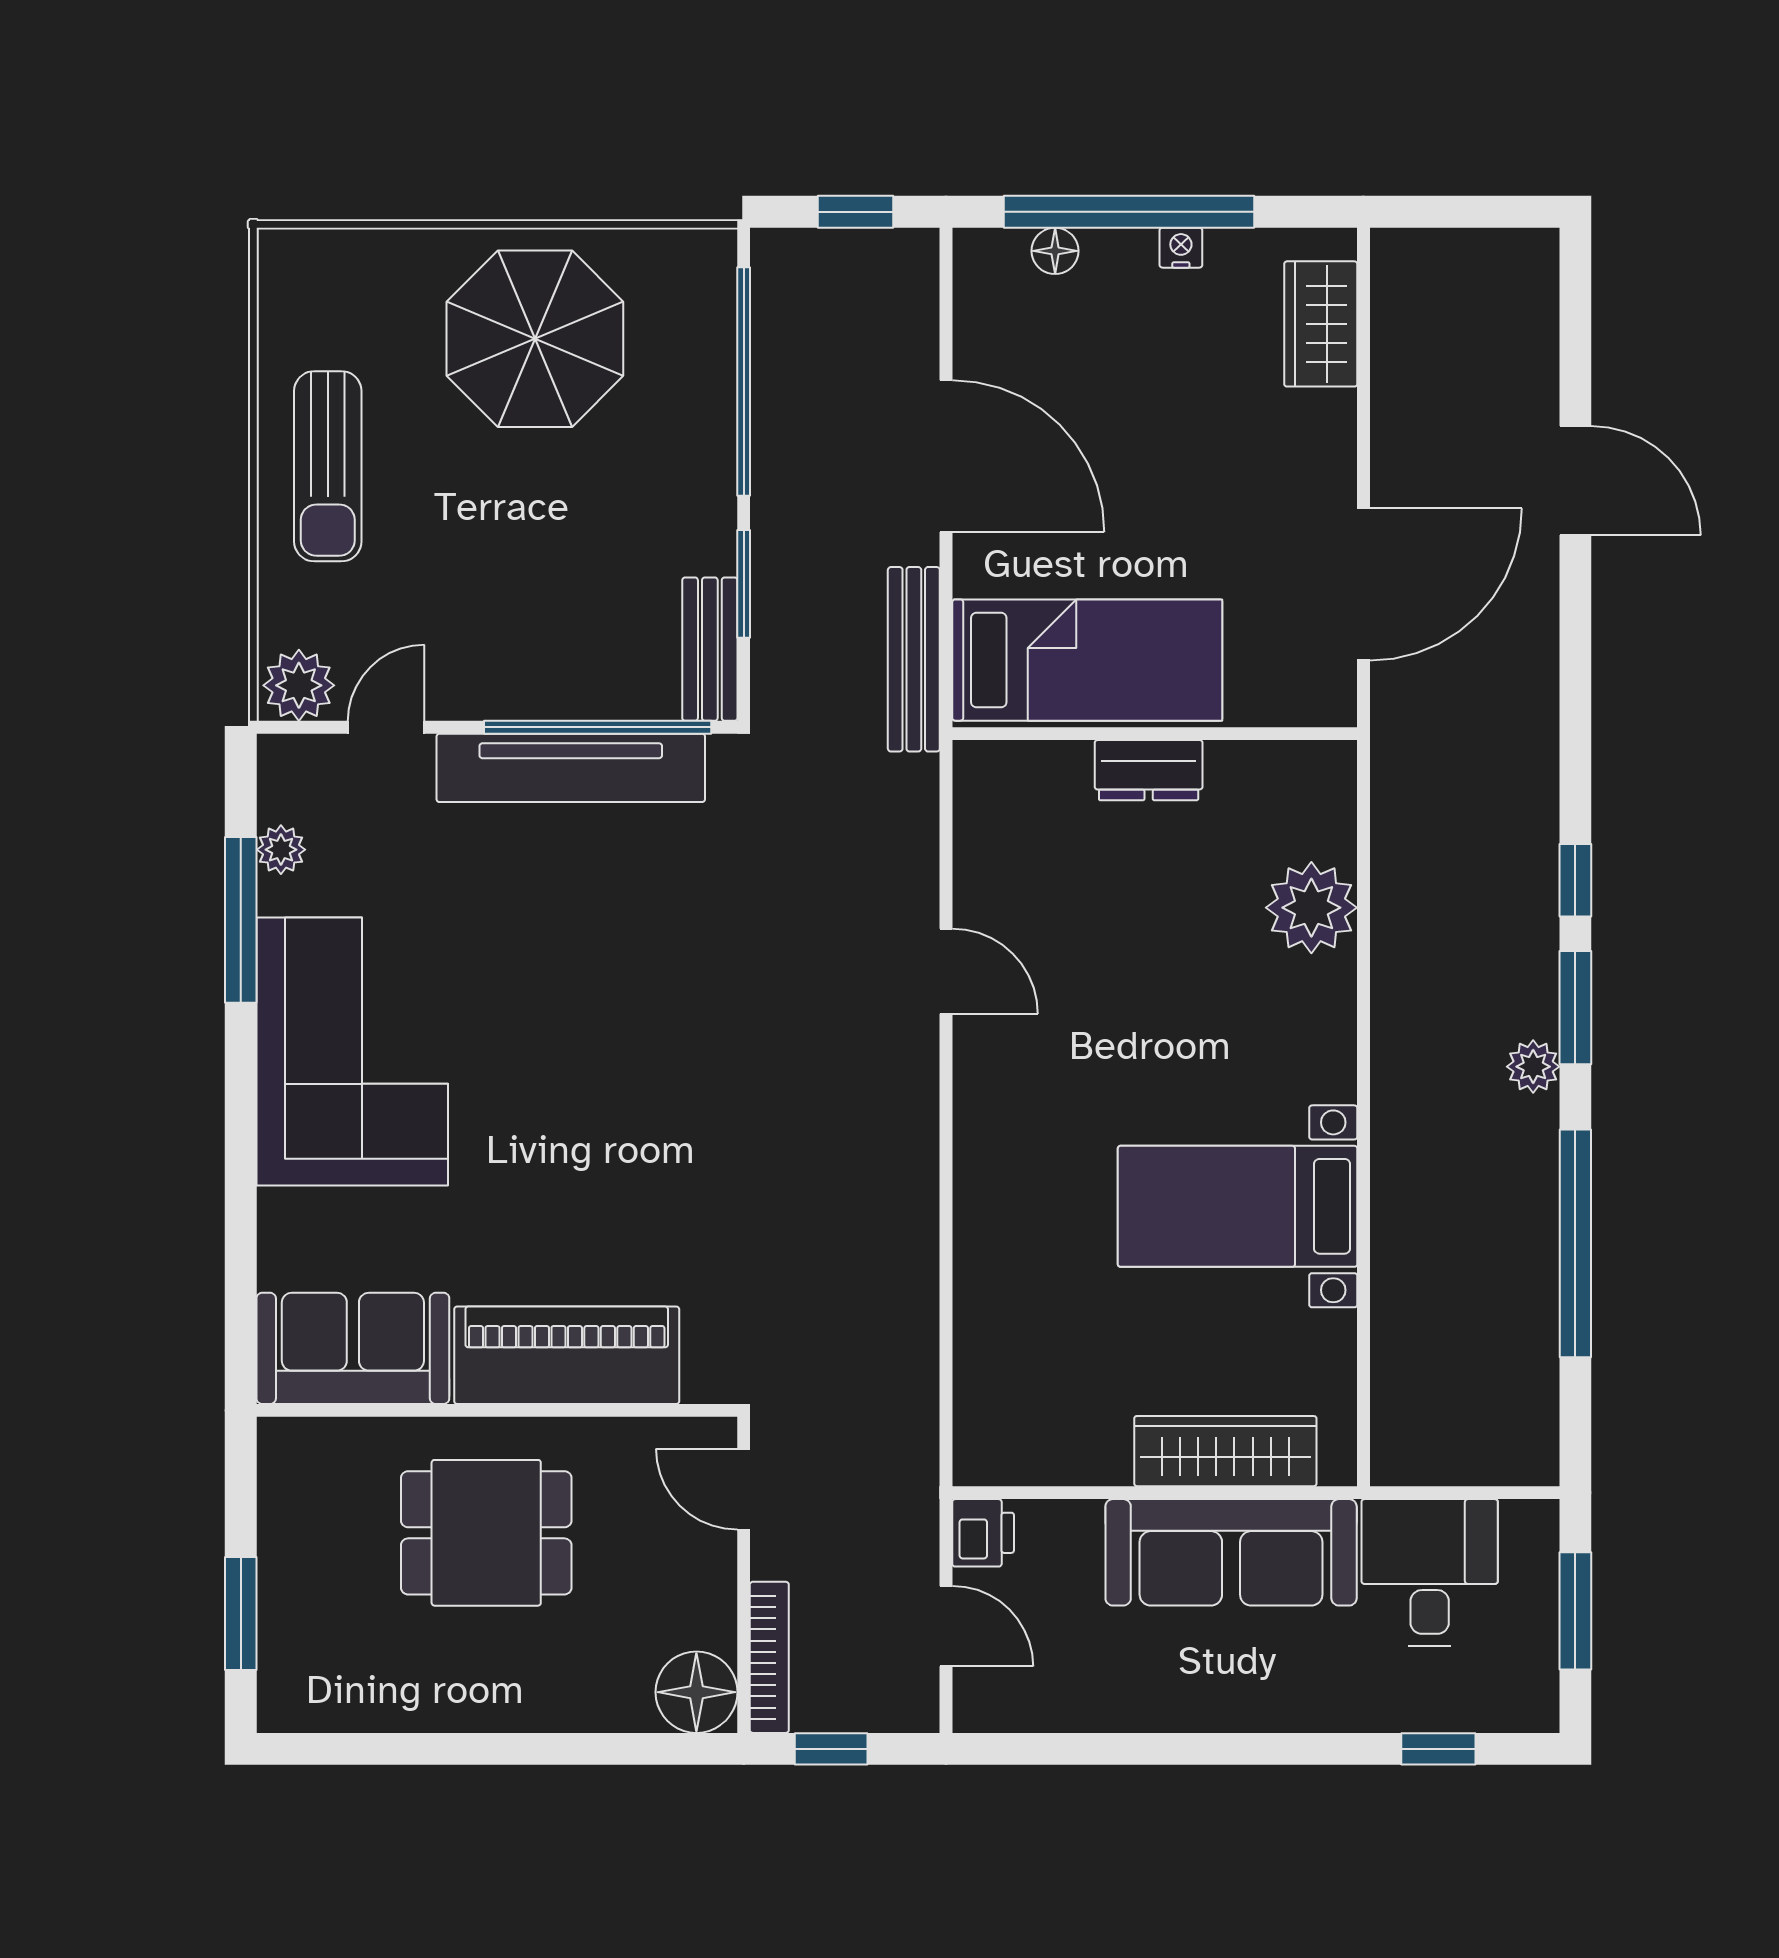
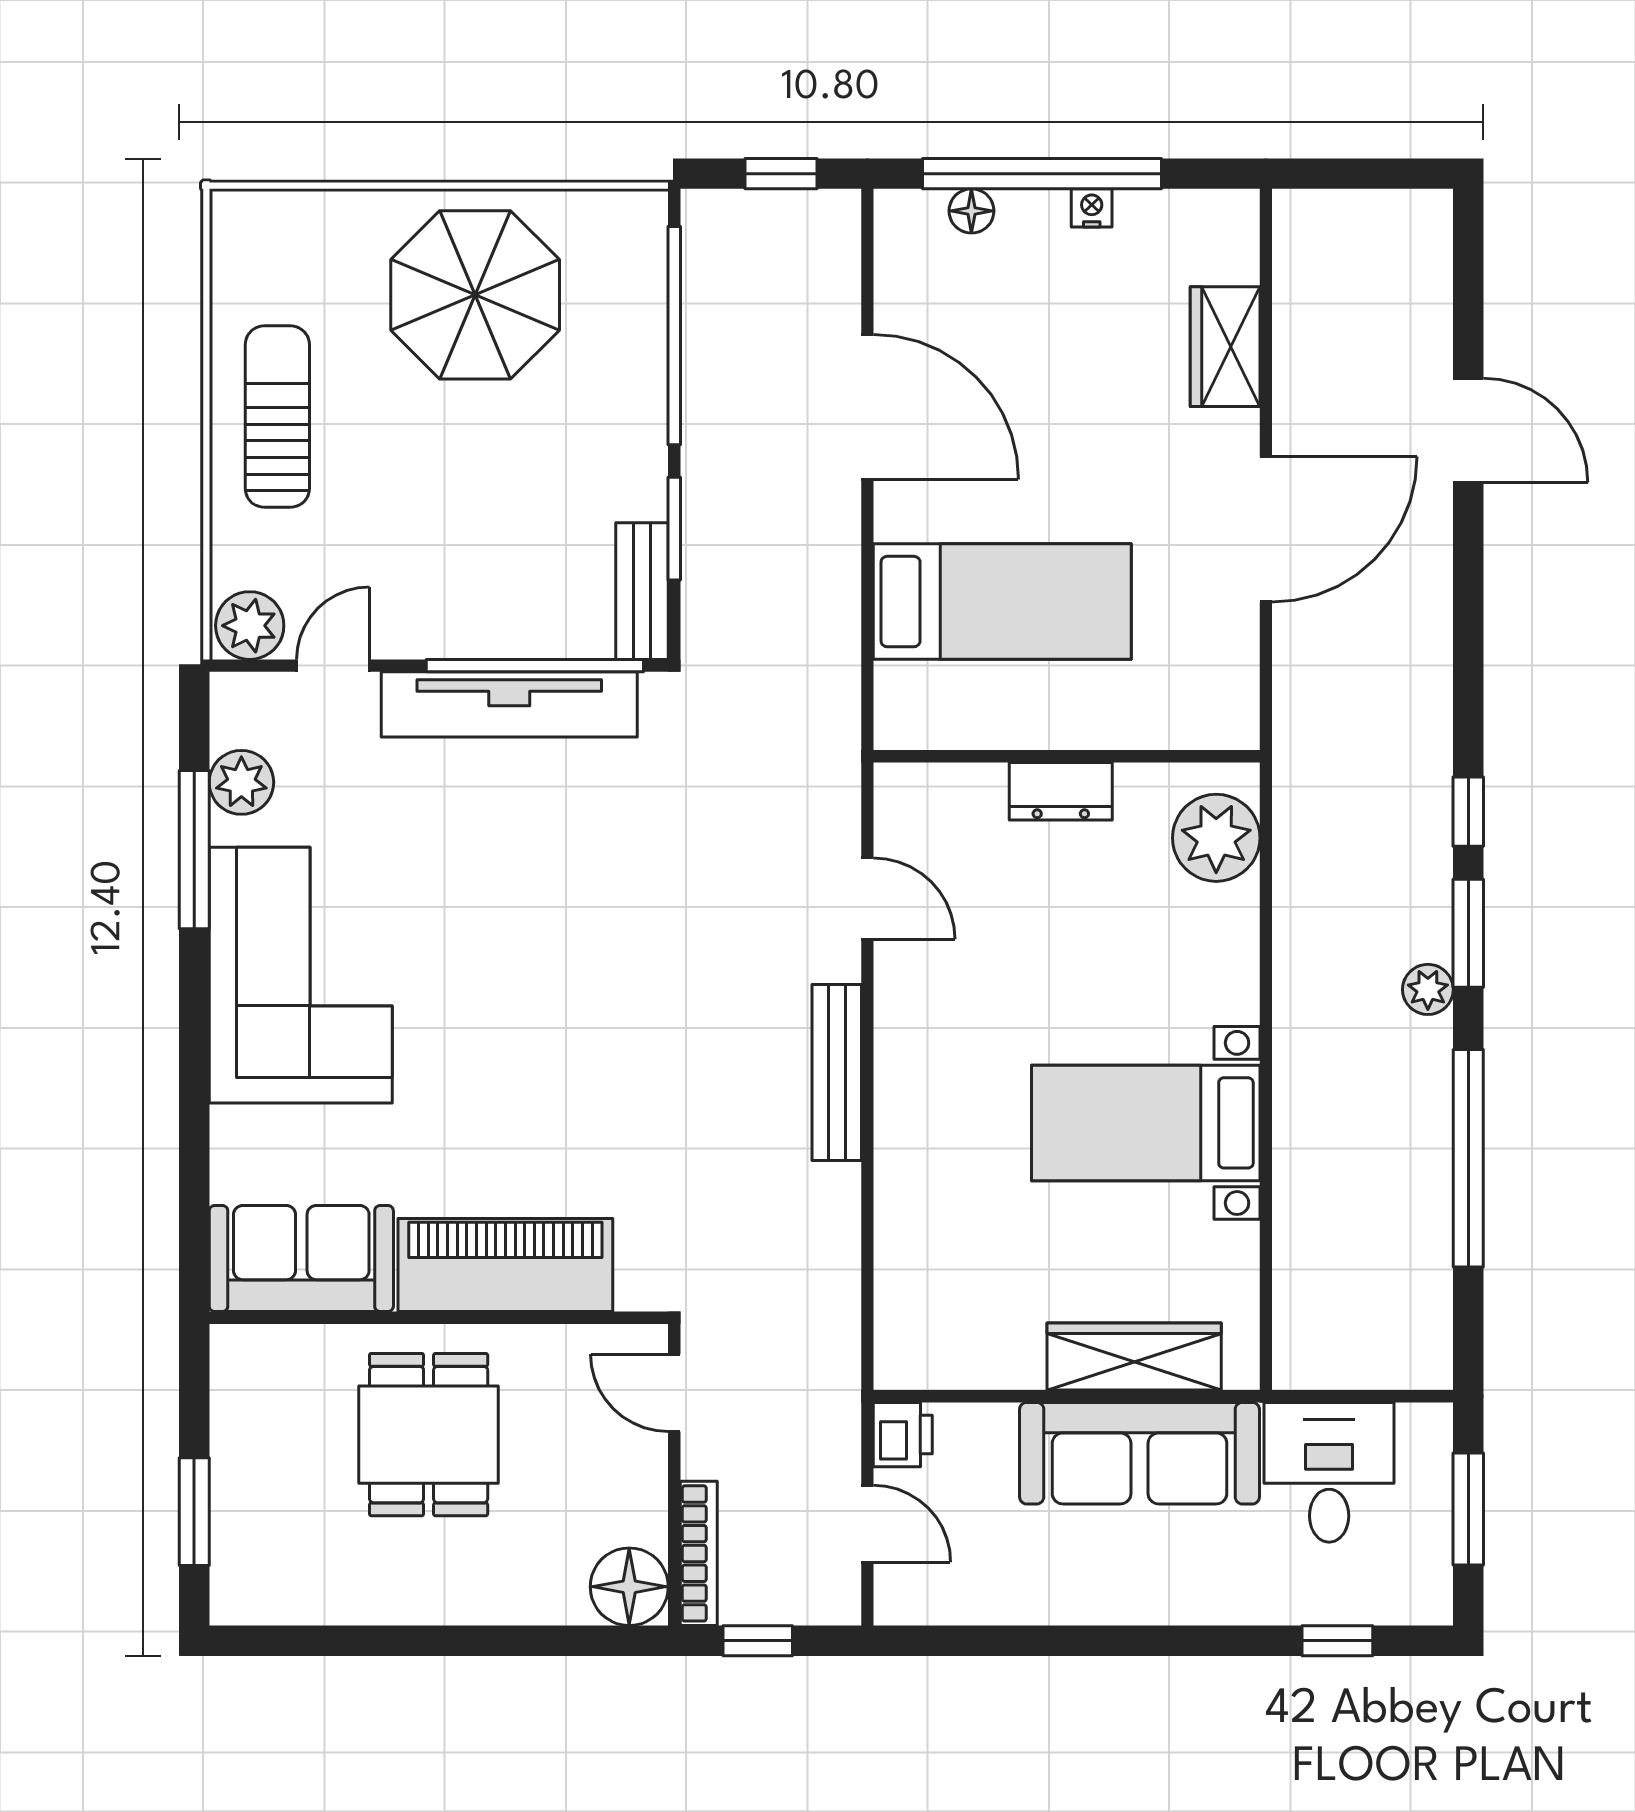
wardrobe: (1321, 324) -> (1225, 347), moved
sun lounger: (328, 466) -> (277, 417), turned 180
bench: (914, 659) -> (837, 1072), moved
wall: (1155, 734) -> (1067, 756), moved
dresser: (1149, 770) -> (1061, 791), moved
plant: (281, 850) -> (241, 782), width x1.38, depth x1.38
dining table: (486, 1533) -> (429, 1435), turned 90

